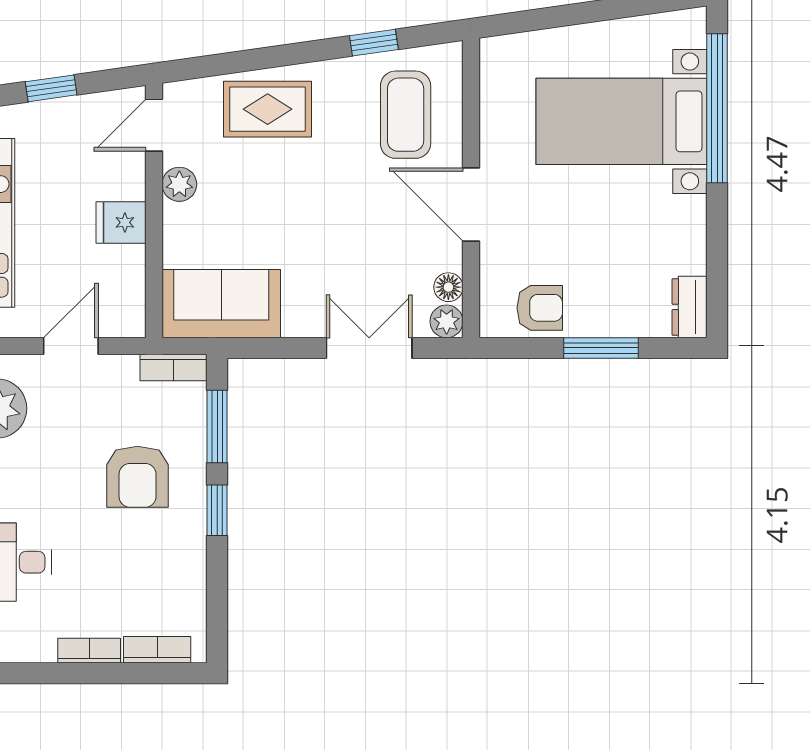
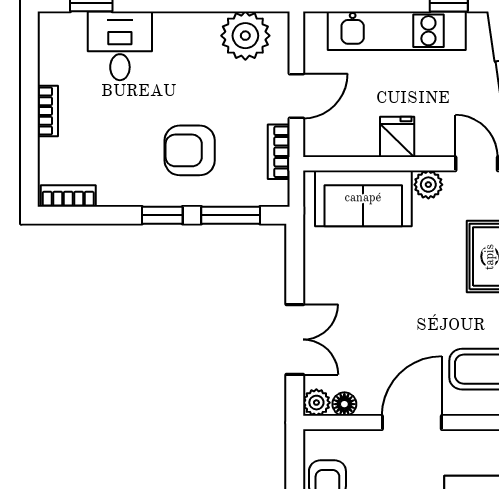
sofa: (221, 304) -> (363, 198), moved, turned 90
door: (71, 346) -> (296, 96), hinge flipped
bookcase: (173, 367) -> (279, 152), moved
bookcase: (157, 650) -> (68, 196), moved, turned -90

